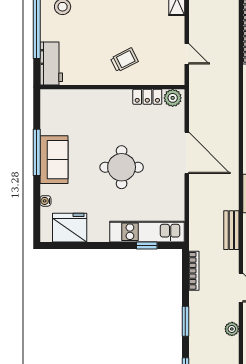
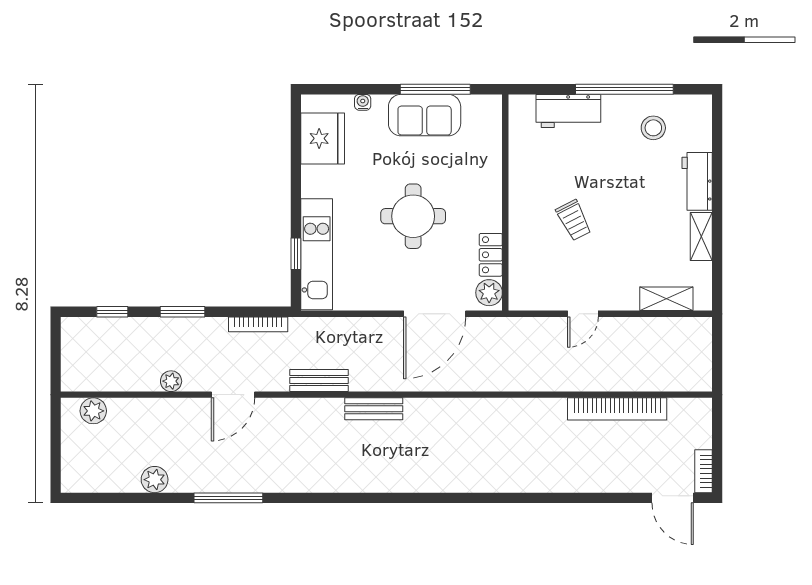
wall: (112, 87) -> (505, 202), moved
locker: (147, 97) -> (491, 255), moved
plant: (173, 98) -> (489, 293), moved

